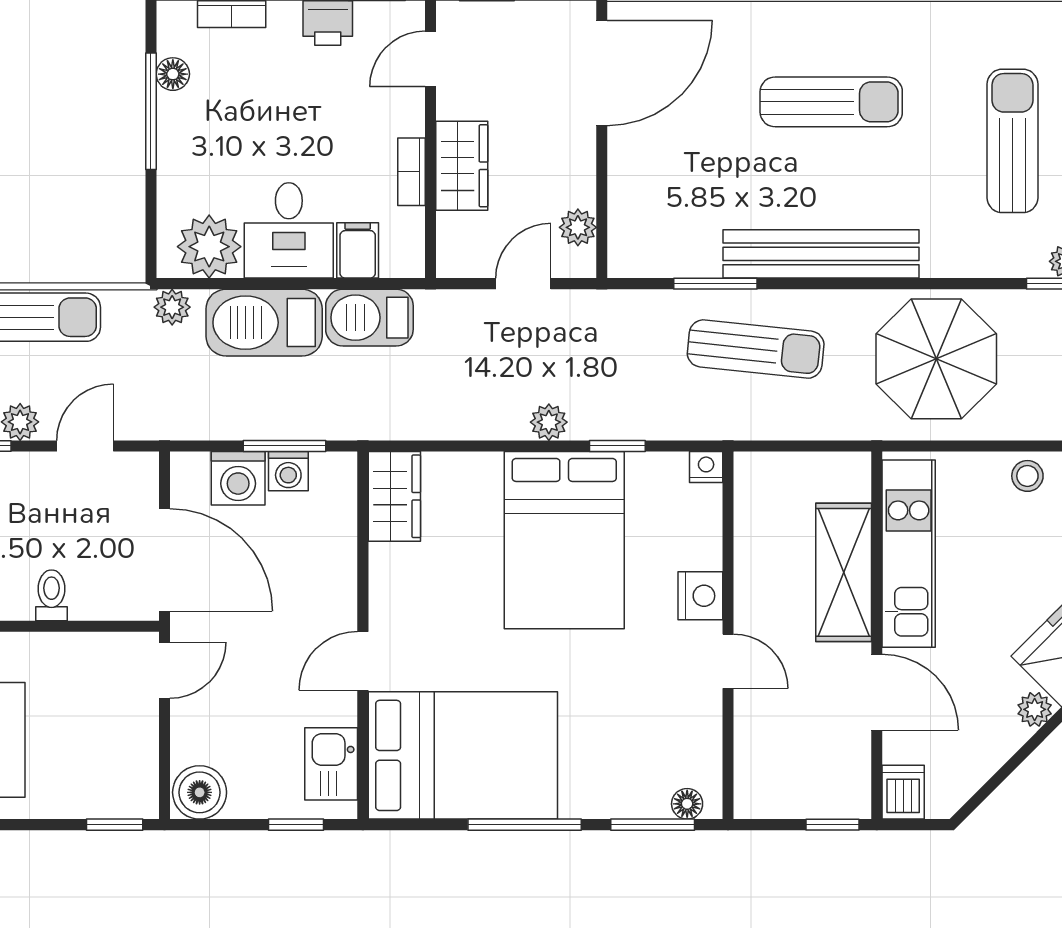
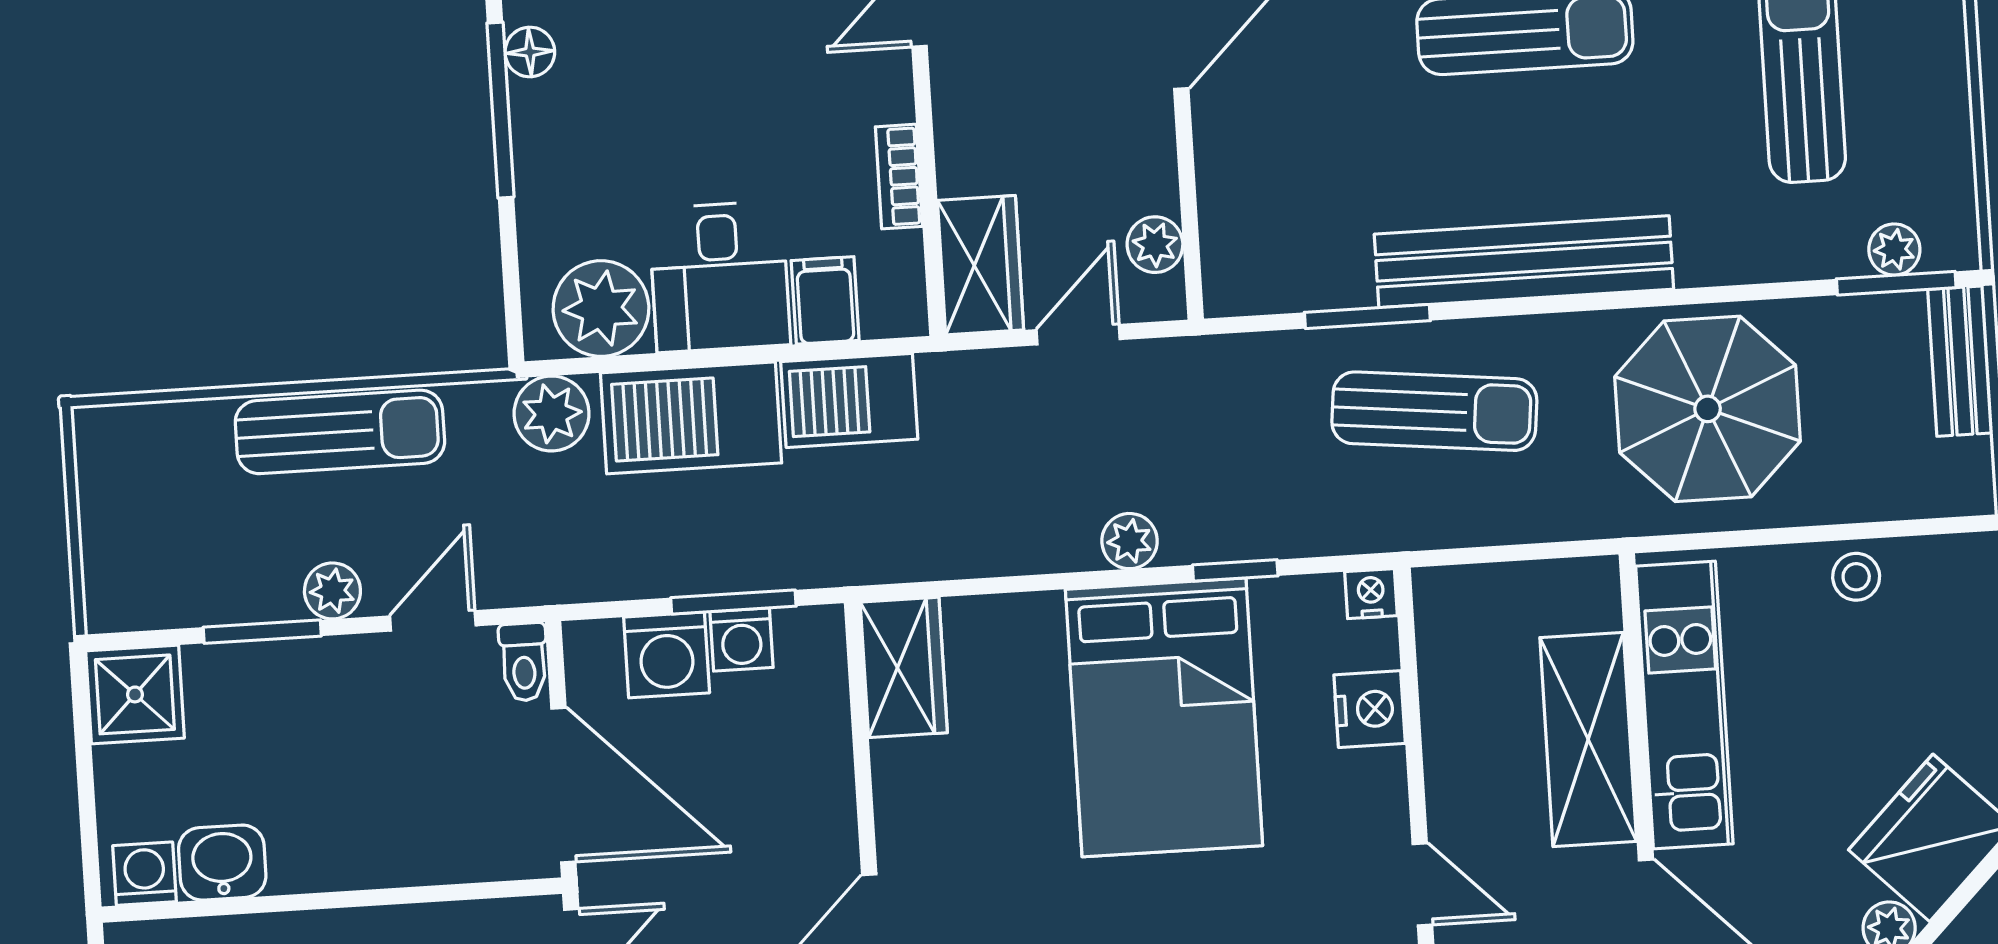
wardrobe: (462, 166) -> (980, 265), moved
plant: (172, 307) -> (552, 414), width x1.38, depth x1.38
toilet: (51, 595) -> (524, 662), moved, turned 180
nightstand: (700, 596) -> (1370, 709), moved

